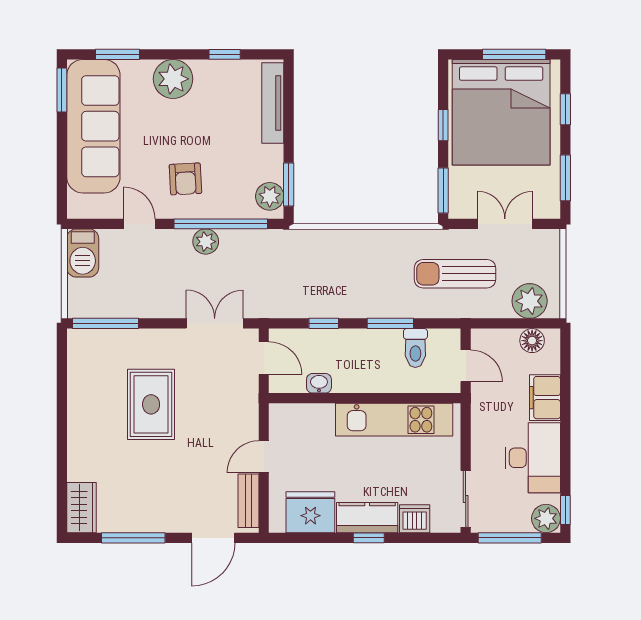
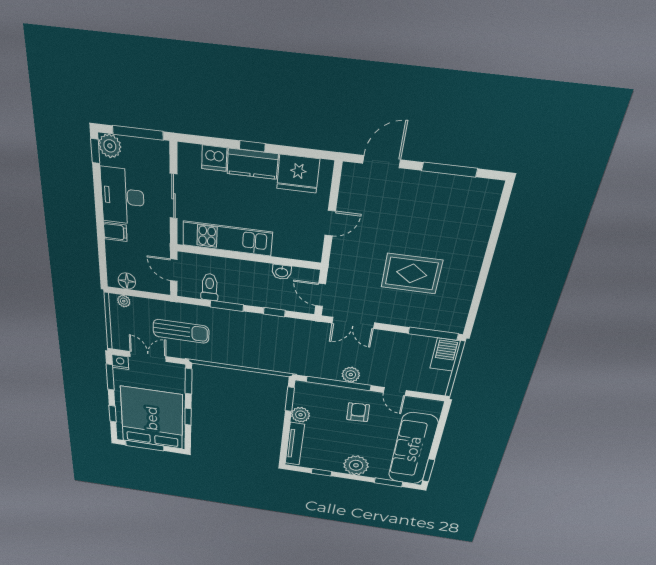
plant: (270, 196) -> (301, 415), moved
nightstand: (548, 207) -> (120, 362), added
double door: (505, 224) -> (148, 357), swing flipped
barbecue: (83, 253) -> (445, 355), moved
plant: (530, 301) -> (124, 301), width x0.53, depth x0.53
filing cabinet: (545, 398) -> (115, 232), width x0.50
rug: (151, 404) -> (412, 274), turned 90
sliding door: (466, 499) -> (174, 196), moved
bench: (249, 501) -> (347, 190), removed
wardrobe: (82, 508) -> (487, 201), removed

